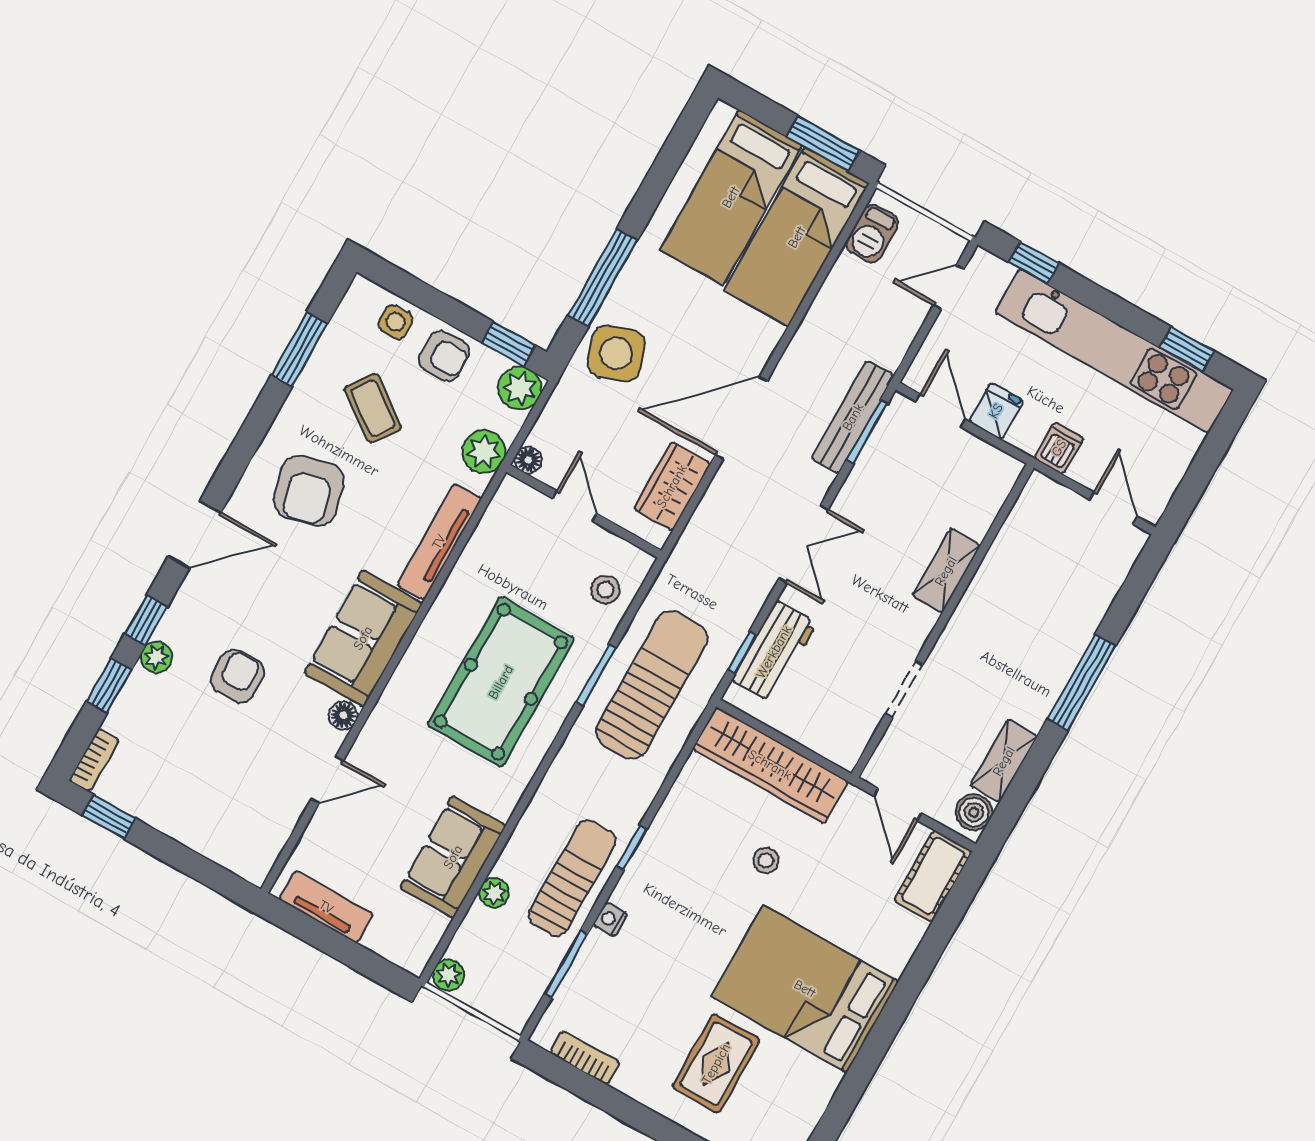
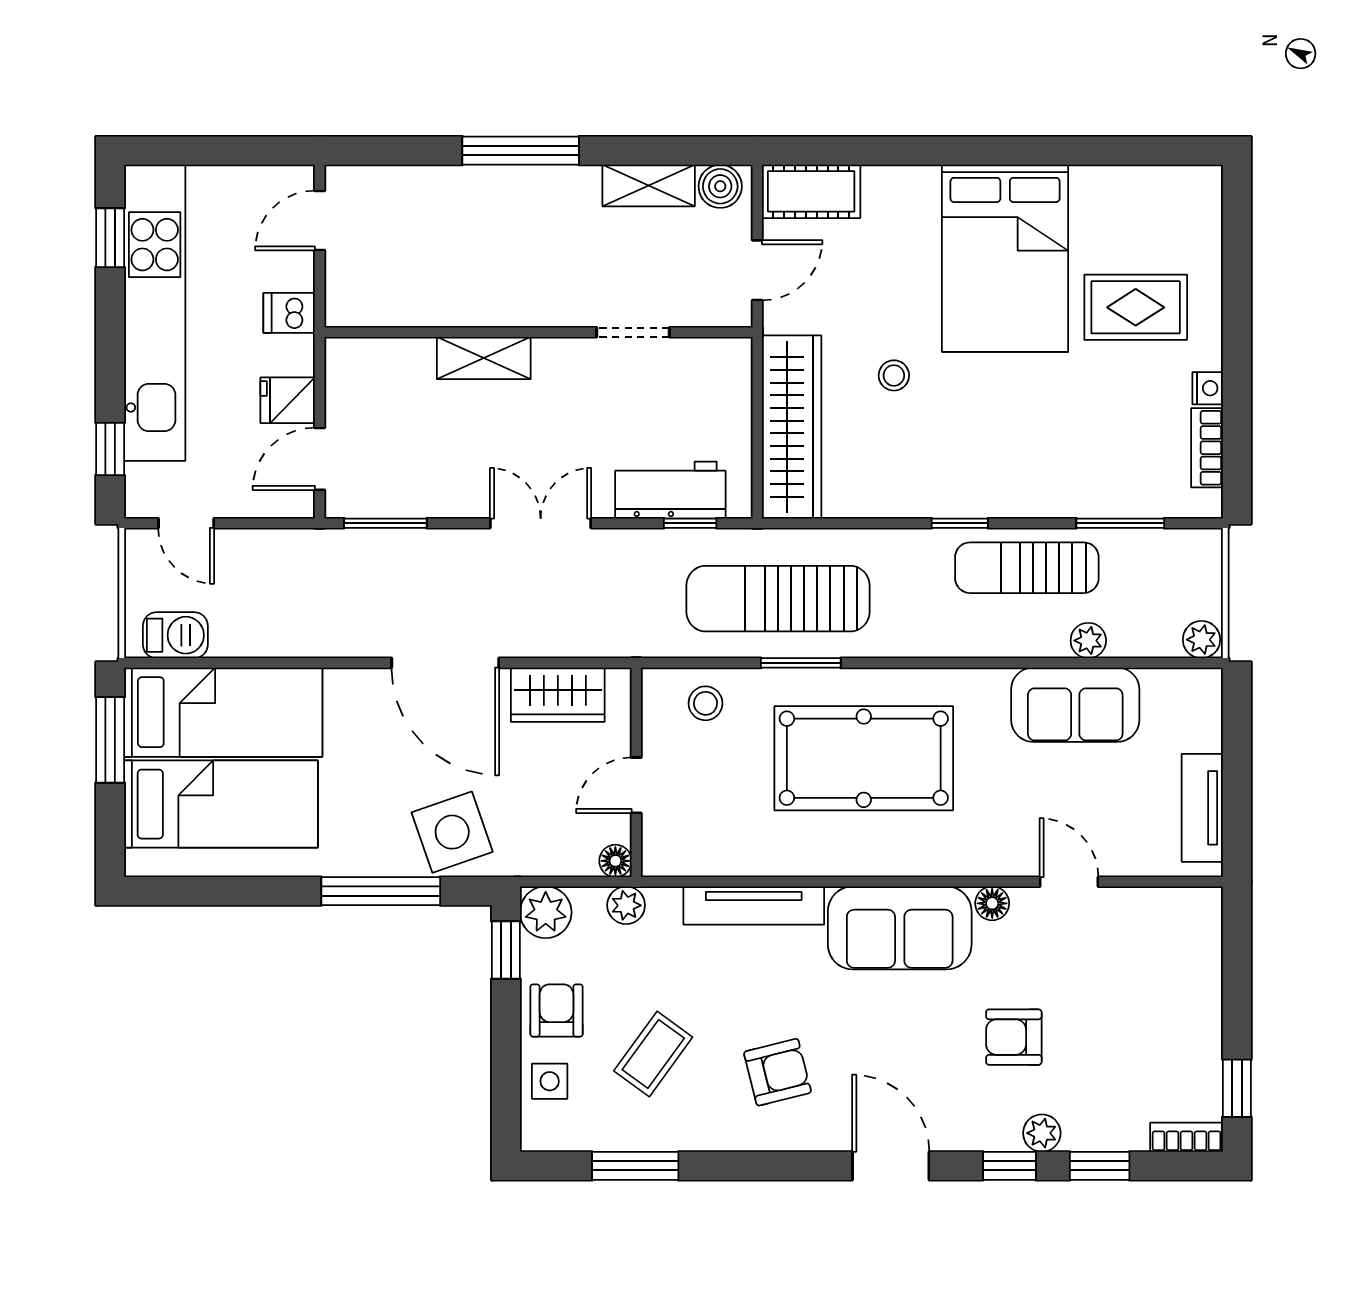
bench: (853, 417) -> (378, 547), removed
plant: (484, 452) -> (626, 905), width x0.73, depth x0.73
armchair: (309, 491) -> (778, 1072), width x0.72, depth x0.72
nightstand: (610, 919) -> (1208, 388), moved, turned -90

